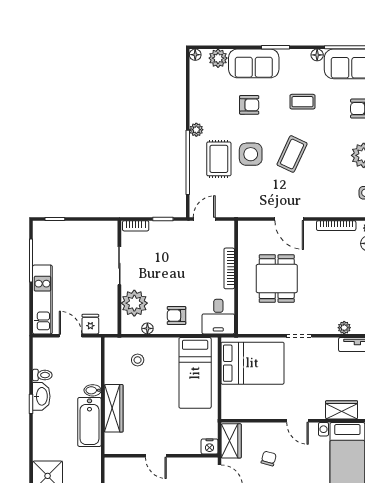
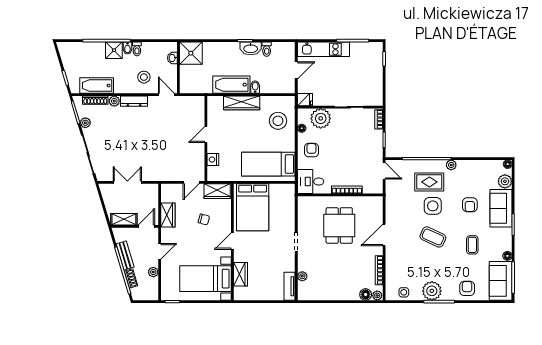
dining table: (277, 279) -> (339, 225), turned 90
fridge: (90, 324) -> (305, 100), moved
stool: (138, 360) -> (278, 121), width x1.89, depth x1.89
bed: (252, 363) -> (253, 207), moved
nightstand: (210, 446) -> (213, 160), moved

